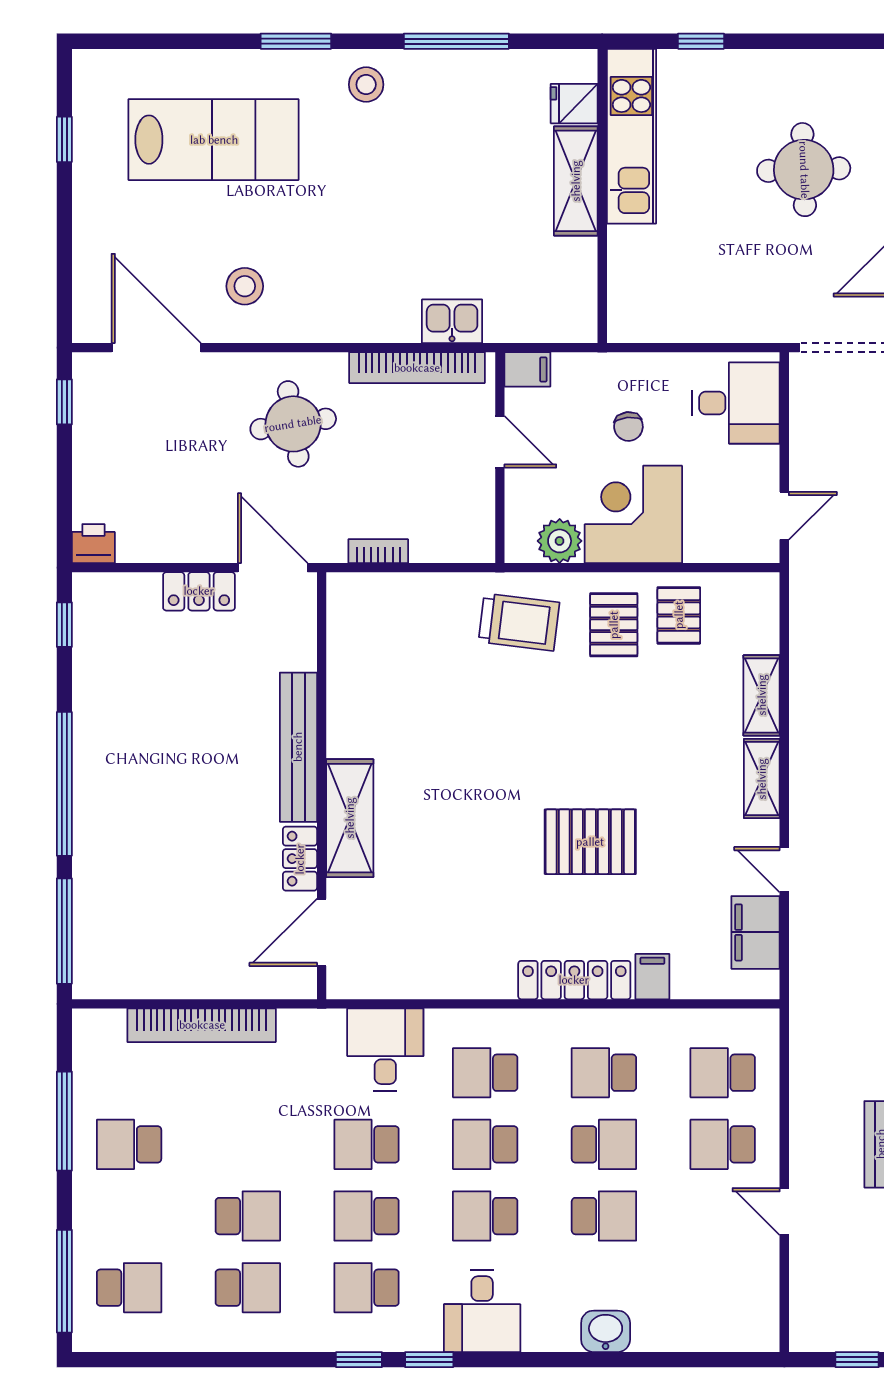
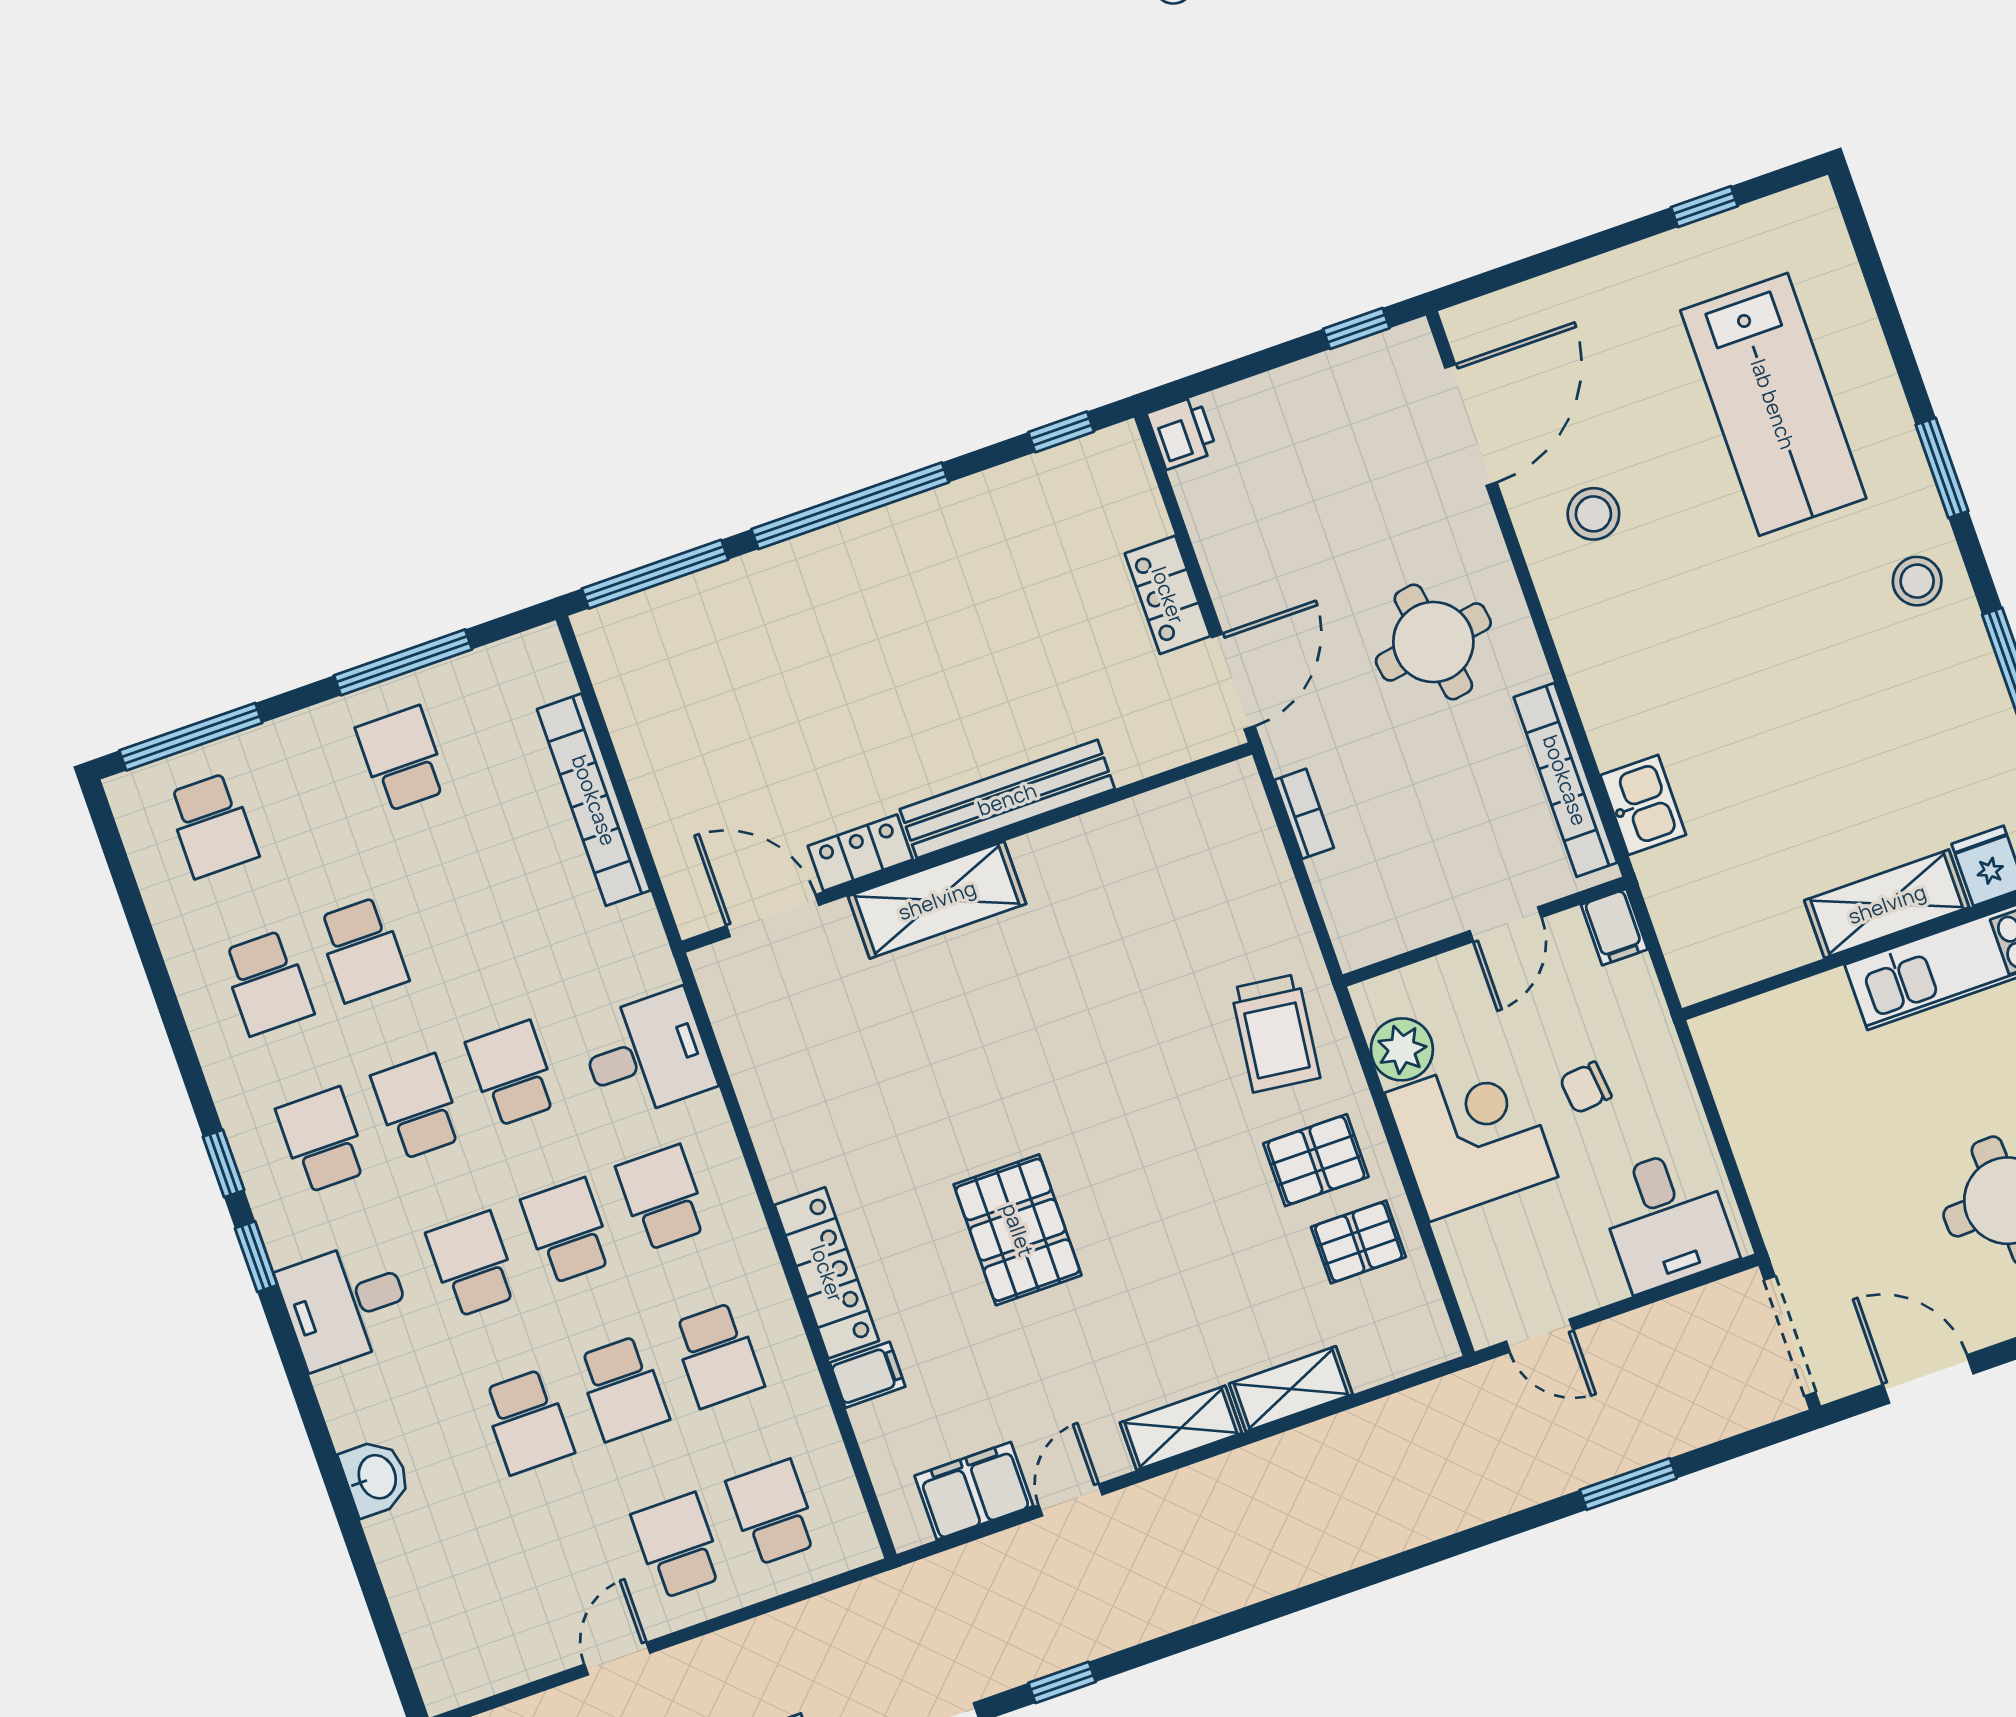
school desk: (604, 1073) -> (718, 1355), turned 180

